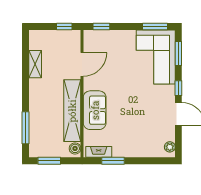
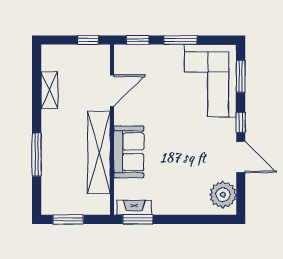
window: (155, 26) -> (180, 40), moved
window: (26, 128) -> (37, 155), moved
plant: (170, 147) -> (223, 195), width x1.87, depth x1.87
boiler: (75, 148) -> (103, 203), removed
window: (113, 161) -> (138, 219), moved

